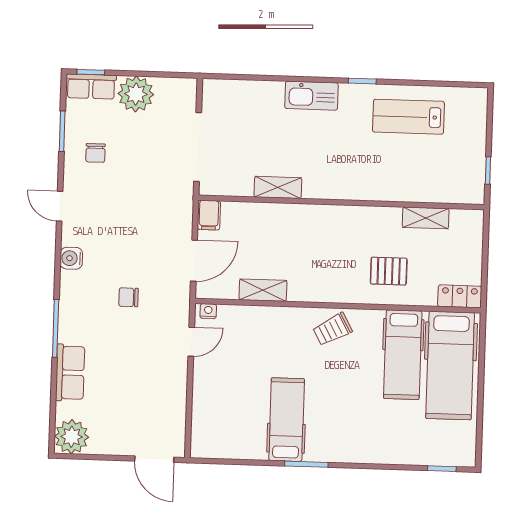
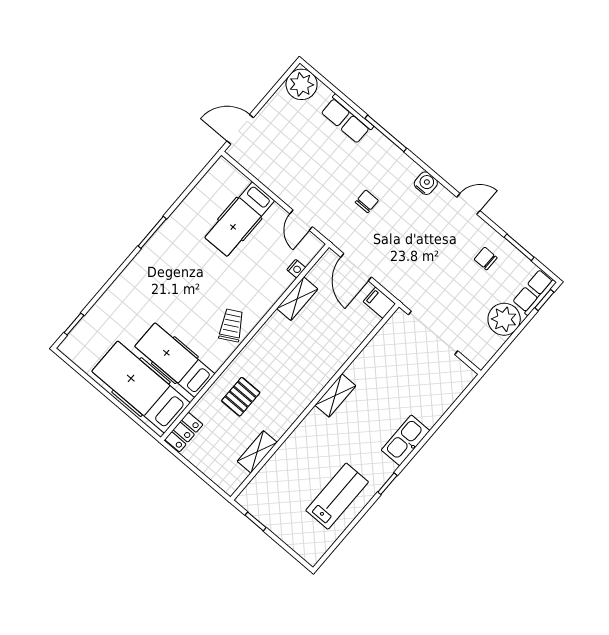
shelving: (278, 187) -> (335, 395), moved
nightstand: (208, 311) -> (296, 269), moved
hospital bed: (287, 420) -> (240, 219), moved, turned 90

